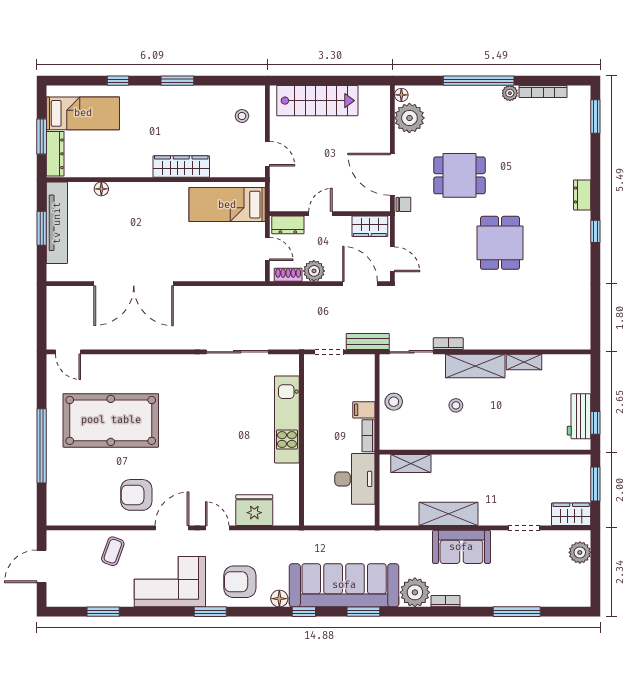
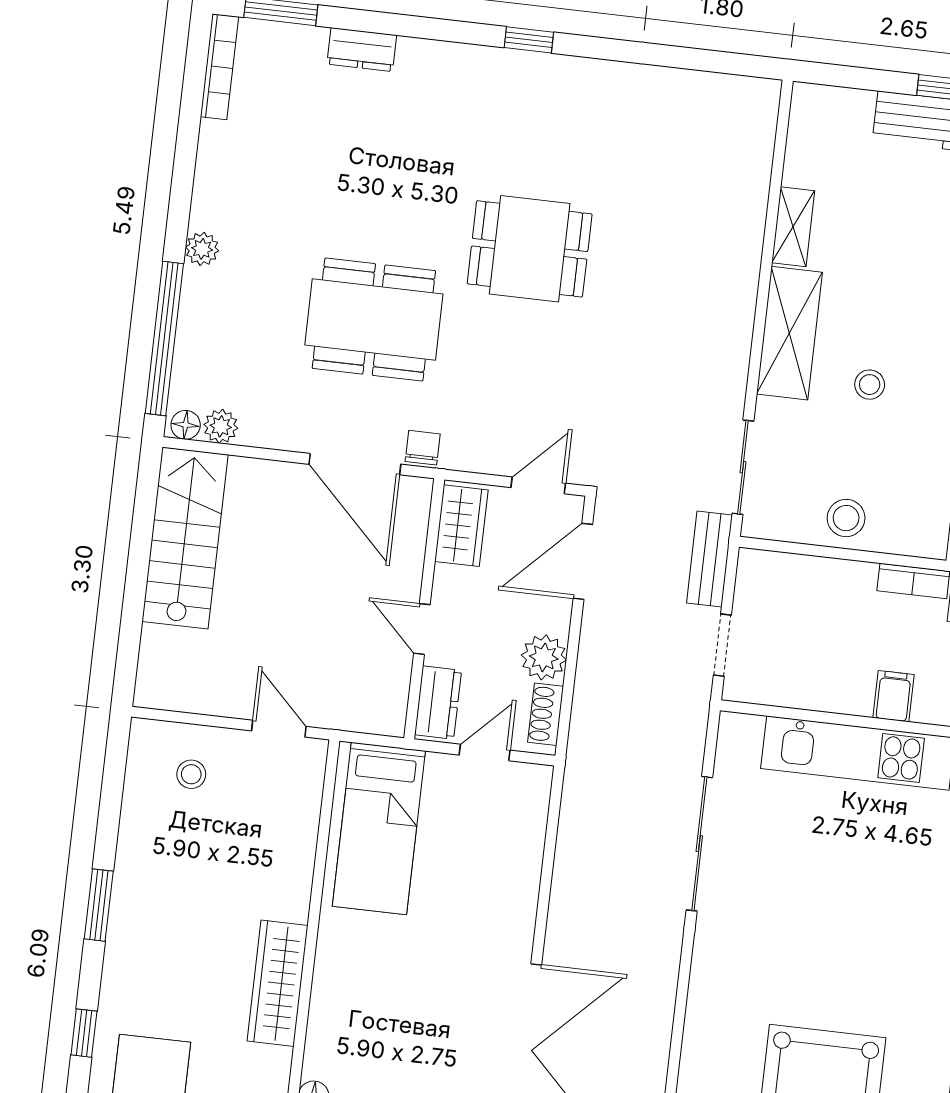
window: (479, 81) -> (164, 339), moved
bookcase: (543, 91) -> (220, 67), moved
plant: (510, 93) -> (202, 249), moved
stairs: (317, 101) -> (185, 538), moved
plant: (409, 118) -> (221, 426), width x0.53, depth x0.53
door: (267, 154) -> (279, 729), hinge flipped
wardrobe: (181, 166) -> (278, 983), moved
door: (392, 174) -> (355, 464), hinge flipped
dining table: (459, 175) -> (374, 320), width x1.38
dresser: (582, 195) -> (362, 50), moved
bookcase: (448, 344) -> (734, 386), removed
filing cabinet: (364, 410) -> (894, 696), moved, turned 180

